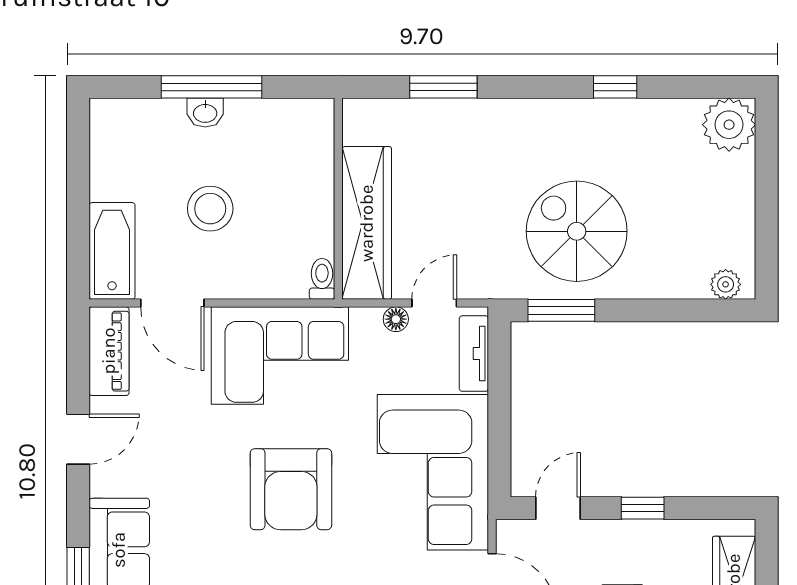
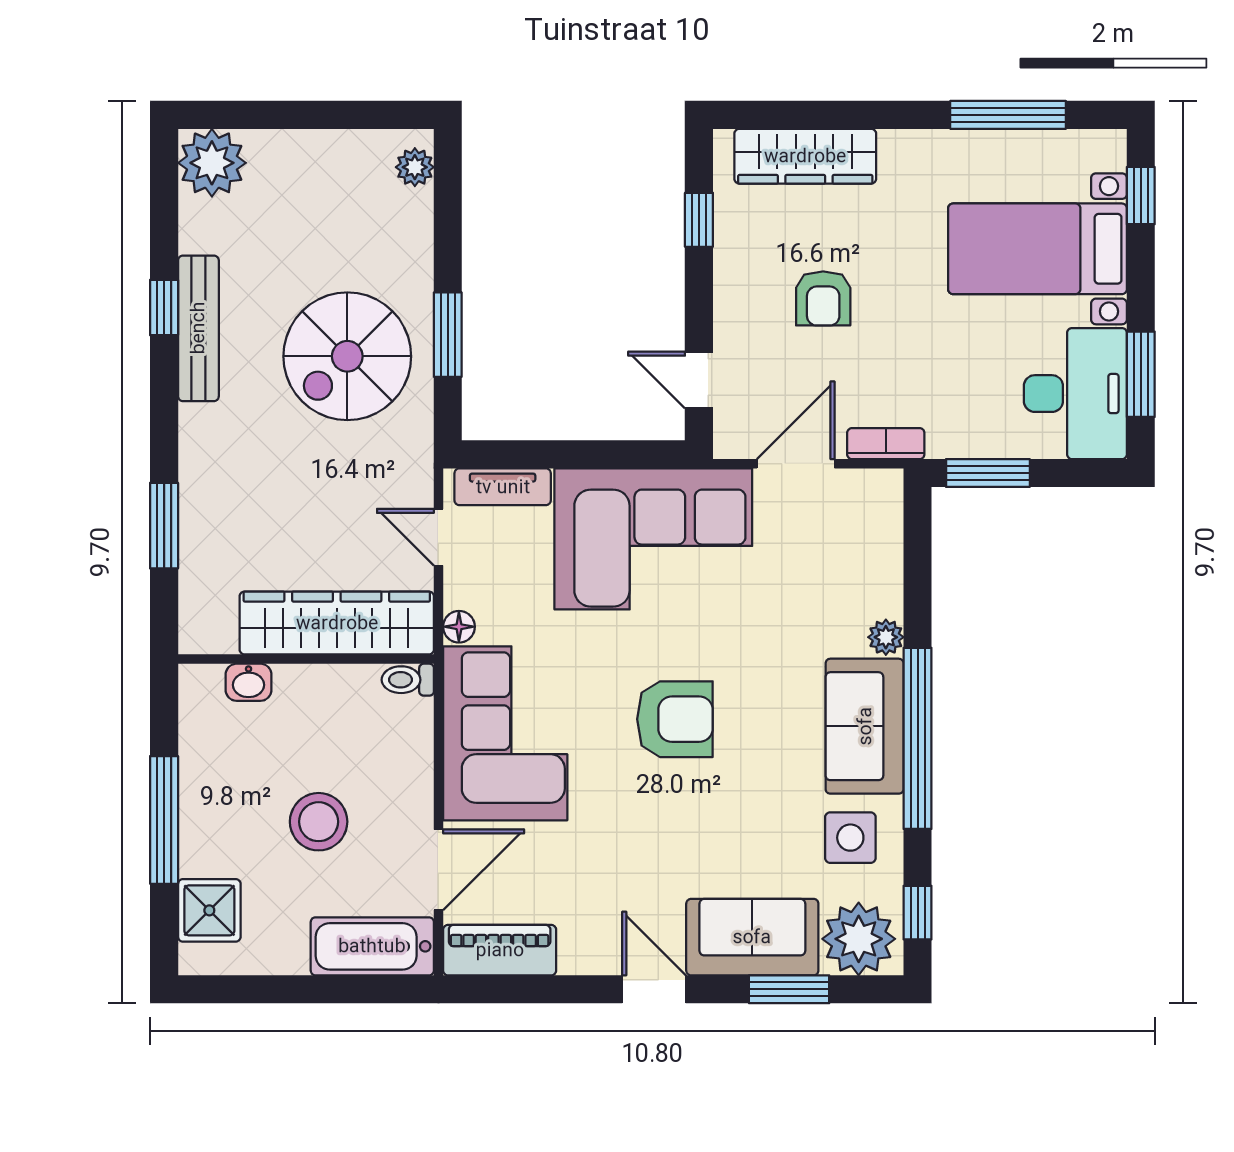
washbasin: (205, 113) -> (249, 682), moved, turned 90
bench: (599, 114) -> (198, 328), added
shower: (140, 123) -> (209, 910), added
window: (561, 310) -> (448, 335), moved
floor lamp: (396, 319) -> (459, 627), moved
door: (78, 439) -> (654, 989), moved
armchair: (291, 489) -> (675, 719), width x0.73, depth x0.73
window: (643, 508) -> (699, 220), moved

